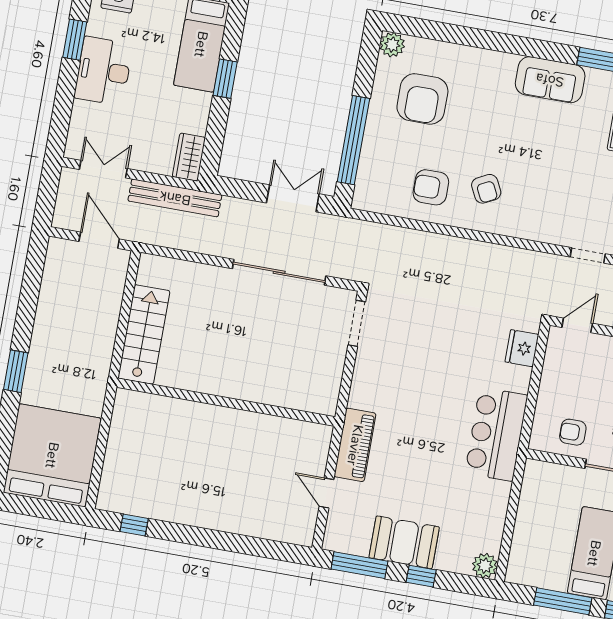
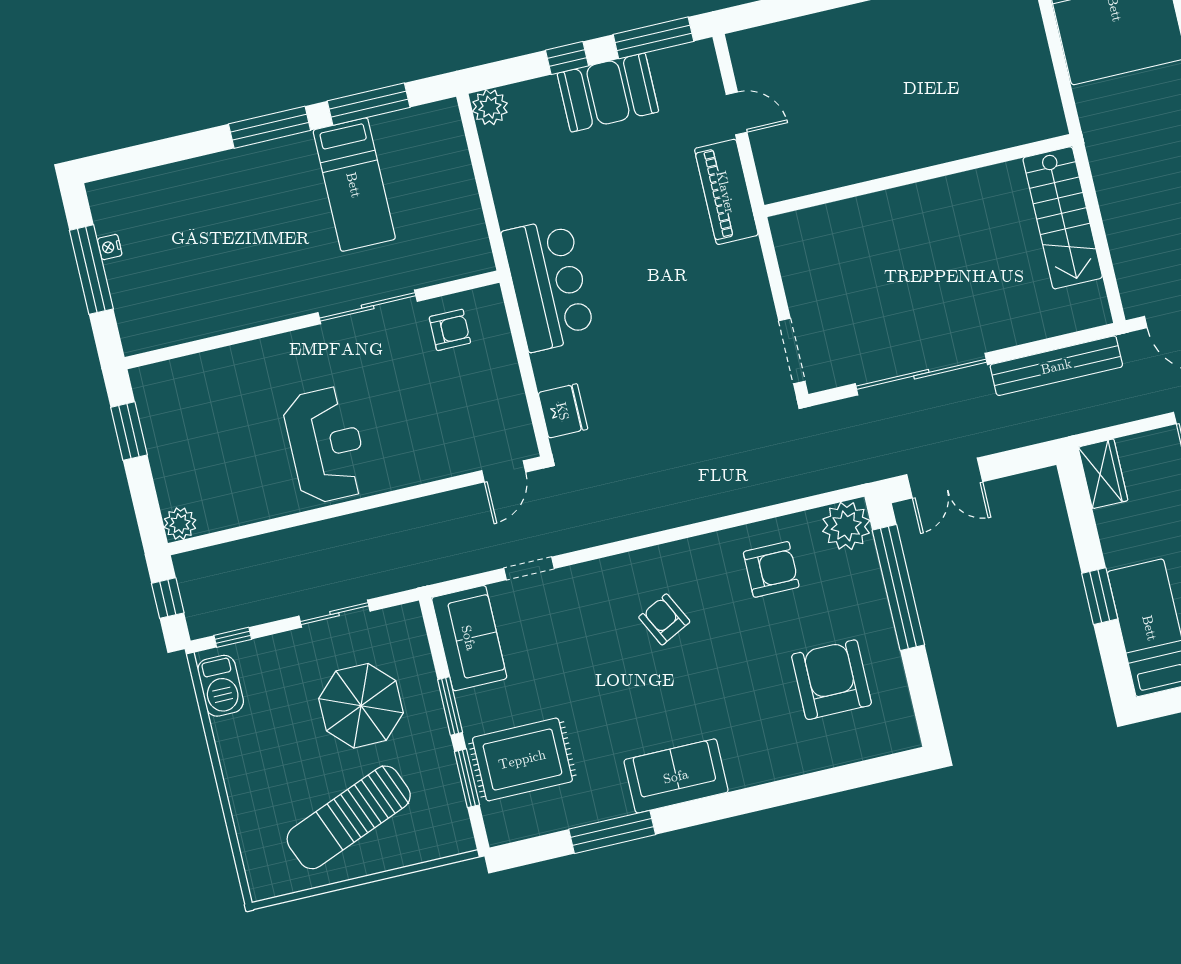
plant: (392, 45) -> (846, 526), moved, width x1.36, depth x1.36
armchair: (486, 189) -> (664, 619), moved
bench: (175, 198) -> (1056, 366), moved

